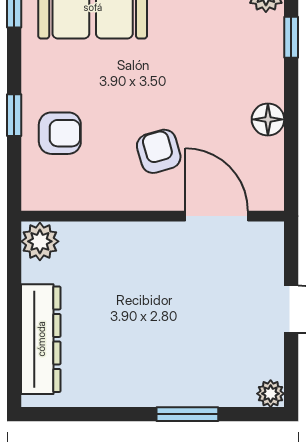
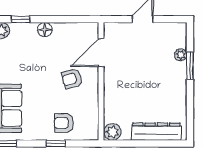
floor lamp: (268, 119) -> (45, 30), moved
armchair: (60, 133) -> (64, 123), turned -90
plant: (271, 394) -> (181, 55), moved

